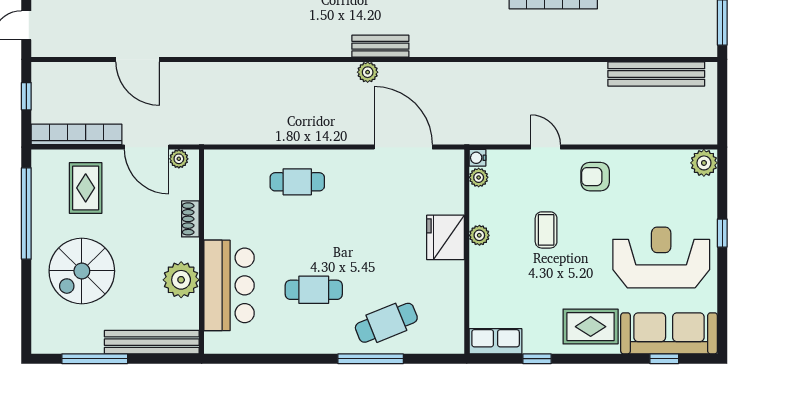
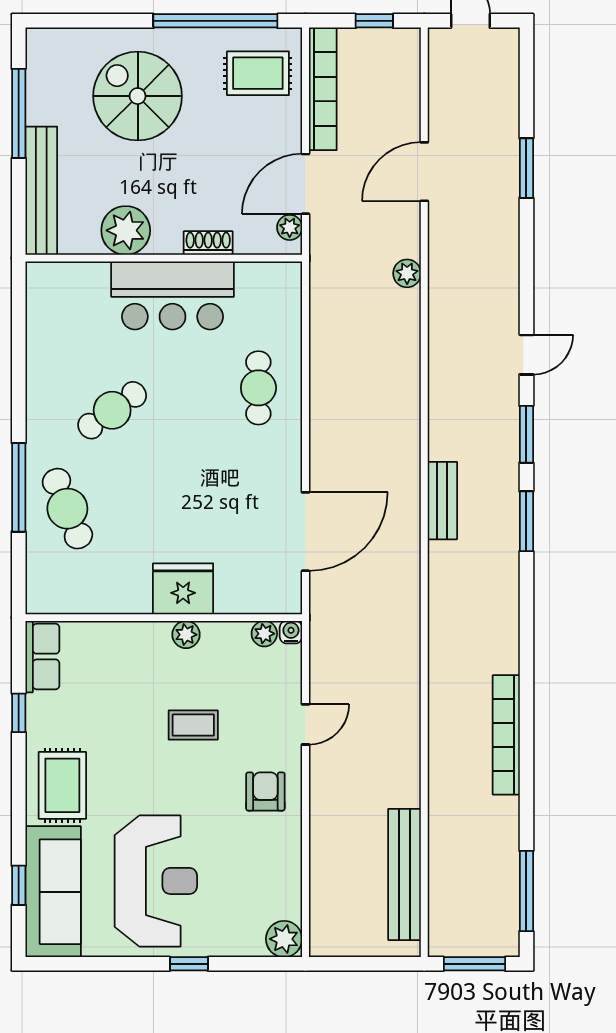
plant: (368, 72) -> (407, 273), moved
rug: (86, 188) -> (258, 73), moved
bar counter: (229, 285) -> (172, 296), moved
cafe table: (314, 290) -> (112, 410), turned 54

